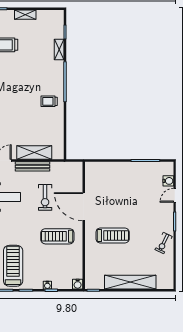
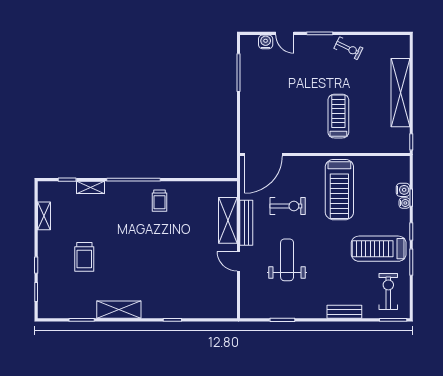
shelving: (25, 15) -> (44, 216), moved
door: (84, 207) -> (263, 154), moved
treadmill: (57, 236) -> (339, 190), width x1.37, depth x1.38
water cooler: (78, 284) -> (403, 190), moved

